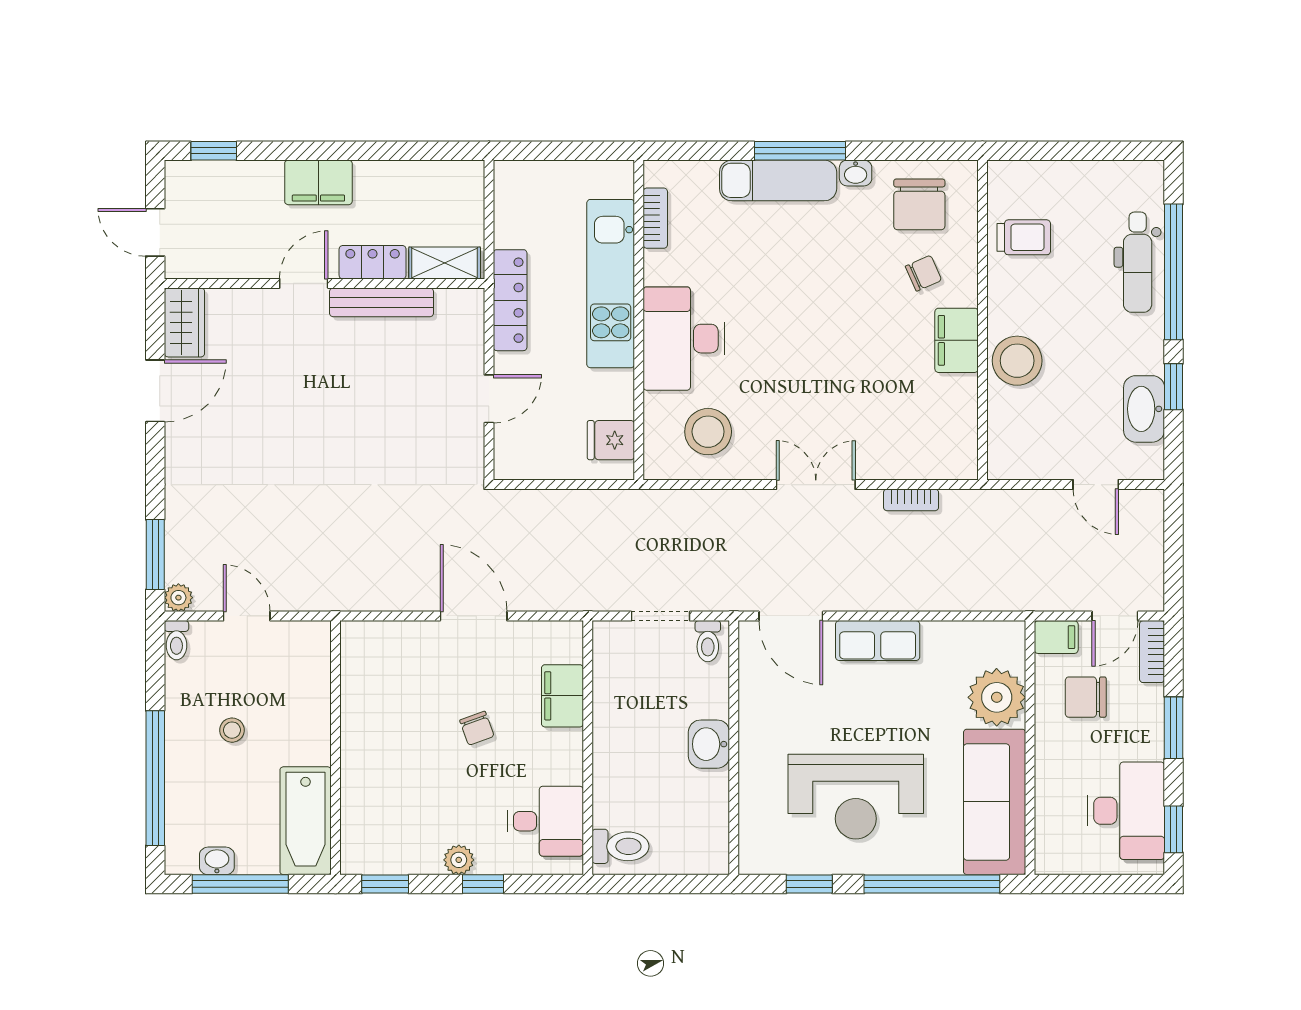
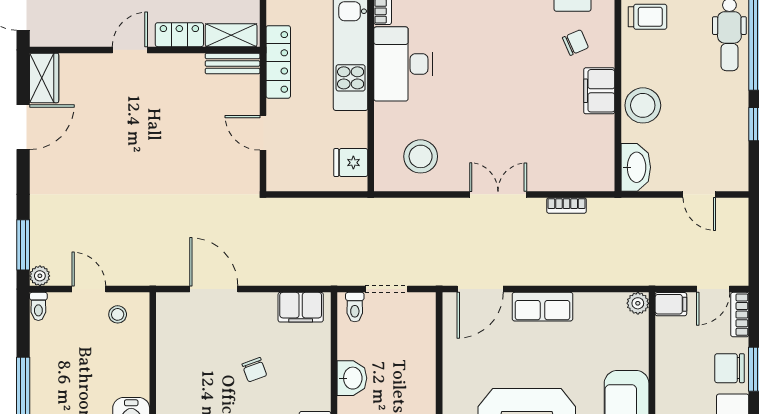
bench: (382, 302) -> (233, 63), moved, width x0.73
desk: (684, 339) -> (403, 64), moved
door: (489, 399) -> (263, 133), swing flipped
washbasin: (1144, 409) -> (636, 167), moved, turned 180
door: (474, 616) -> (214, 289), moved
door: (791, 616) -> (480, 289), hinge flipped
toilet: (708, 641) -> (355, 307), moved
filing cabinet: (562, 696) -> (301, 307), moved, turned -90
plant: (997, 697) -> (638, 303), moved, width x0.53, depth x0.53
chair: (1086, 697) -> (730, 368), moved
stool: (232, 730) -> (118, 314), moved
washbasin: (709, 744) -> (352, 378), moved, turned 180

